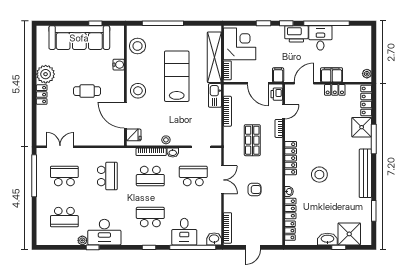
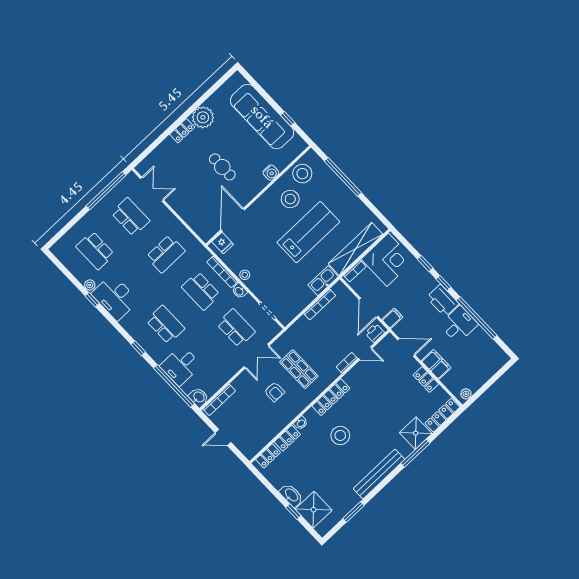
stool: (138, 91) -> (290, 199), moved
shop shelf: (252, 140) -> (299, 369), moved, turned 90

